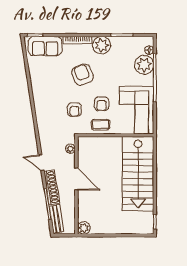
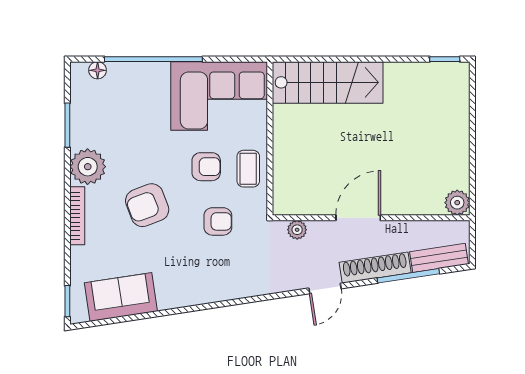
sofa: (45, 46) -> (121, 297), moved, turned -99
plant: (144, 65) -> (127, 81), removed
stairs: (138, 174) -> (328, 82), width x0.73, depth x0.66

